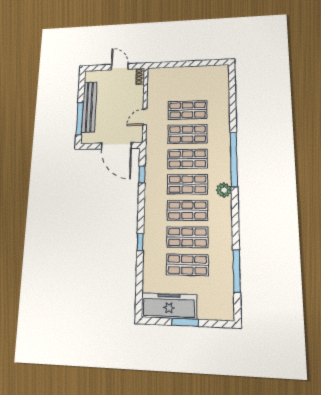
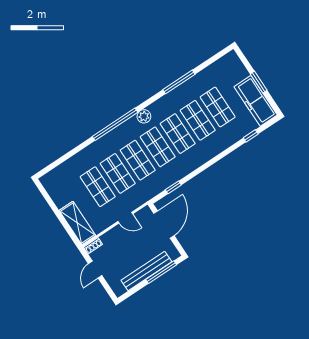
shelving: (168, 75) -> (77, 223), added
window: (140, 242) -> (251, 136), moved
window: (237, 271) -> (179, 82), moved

